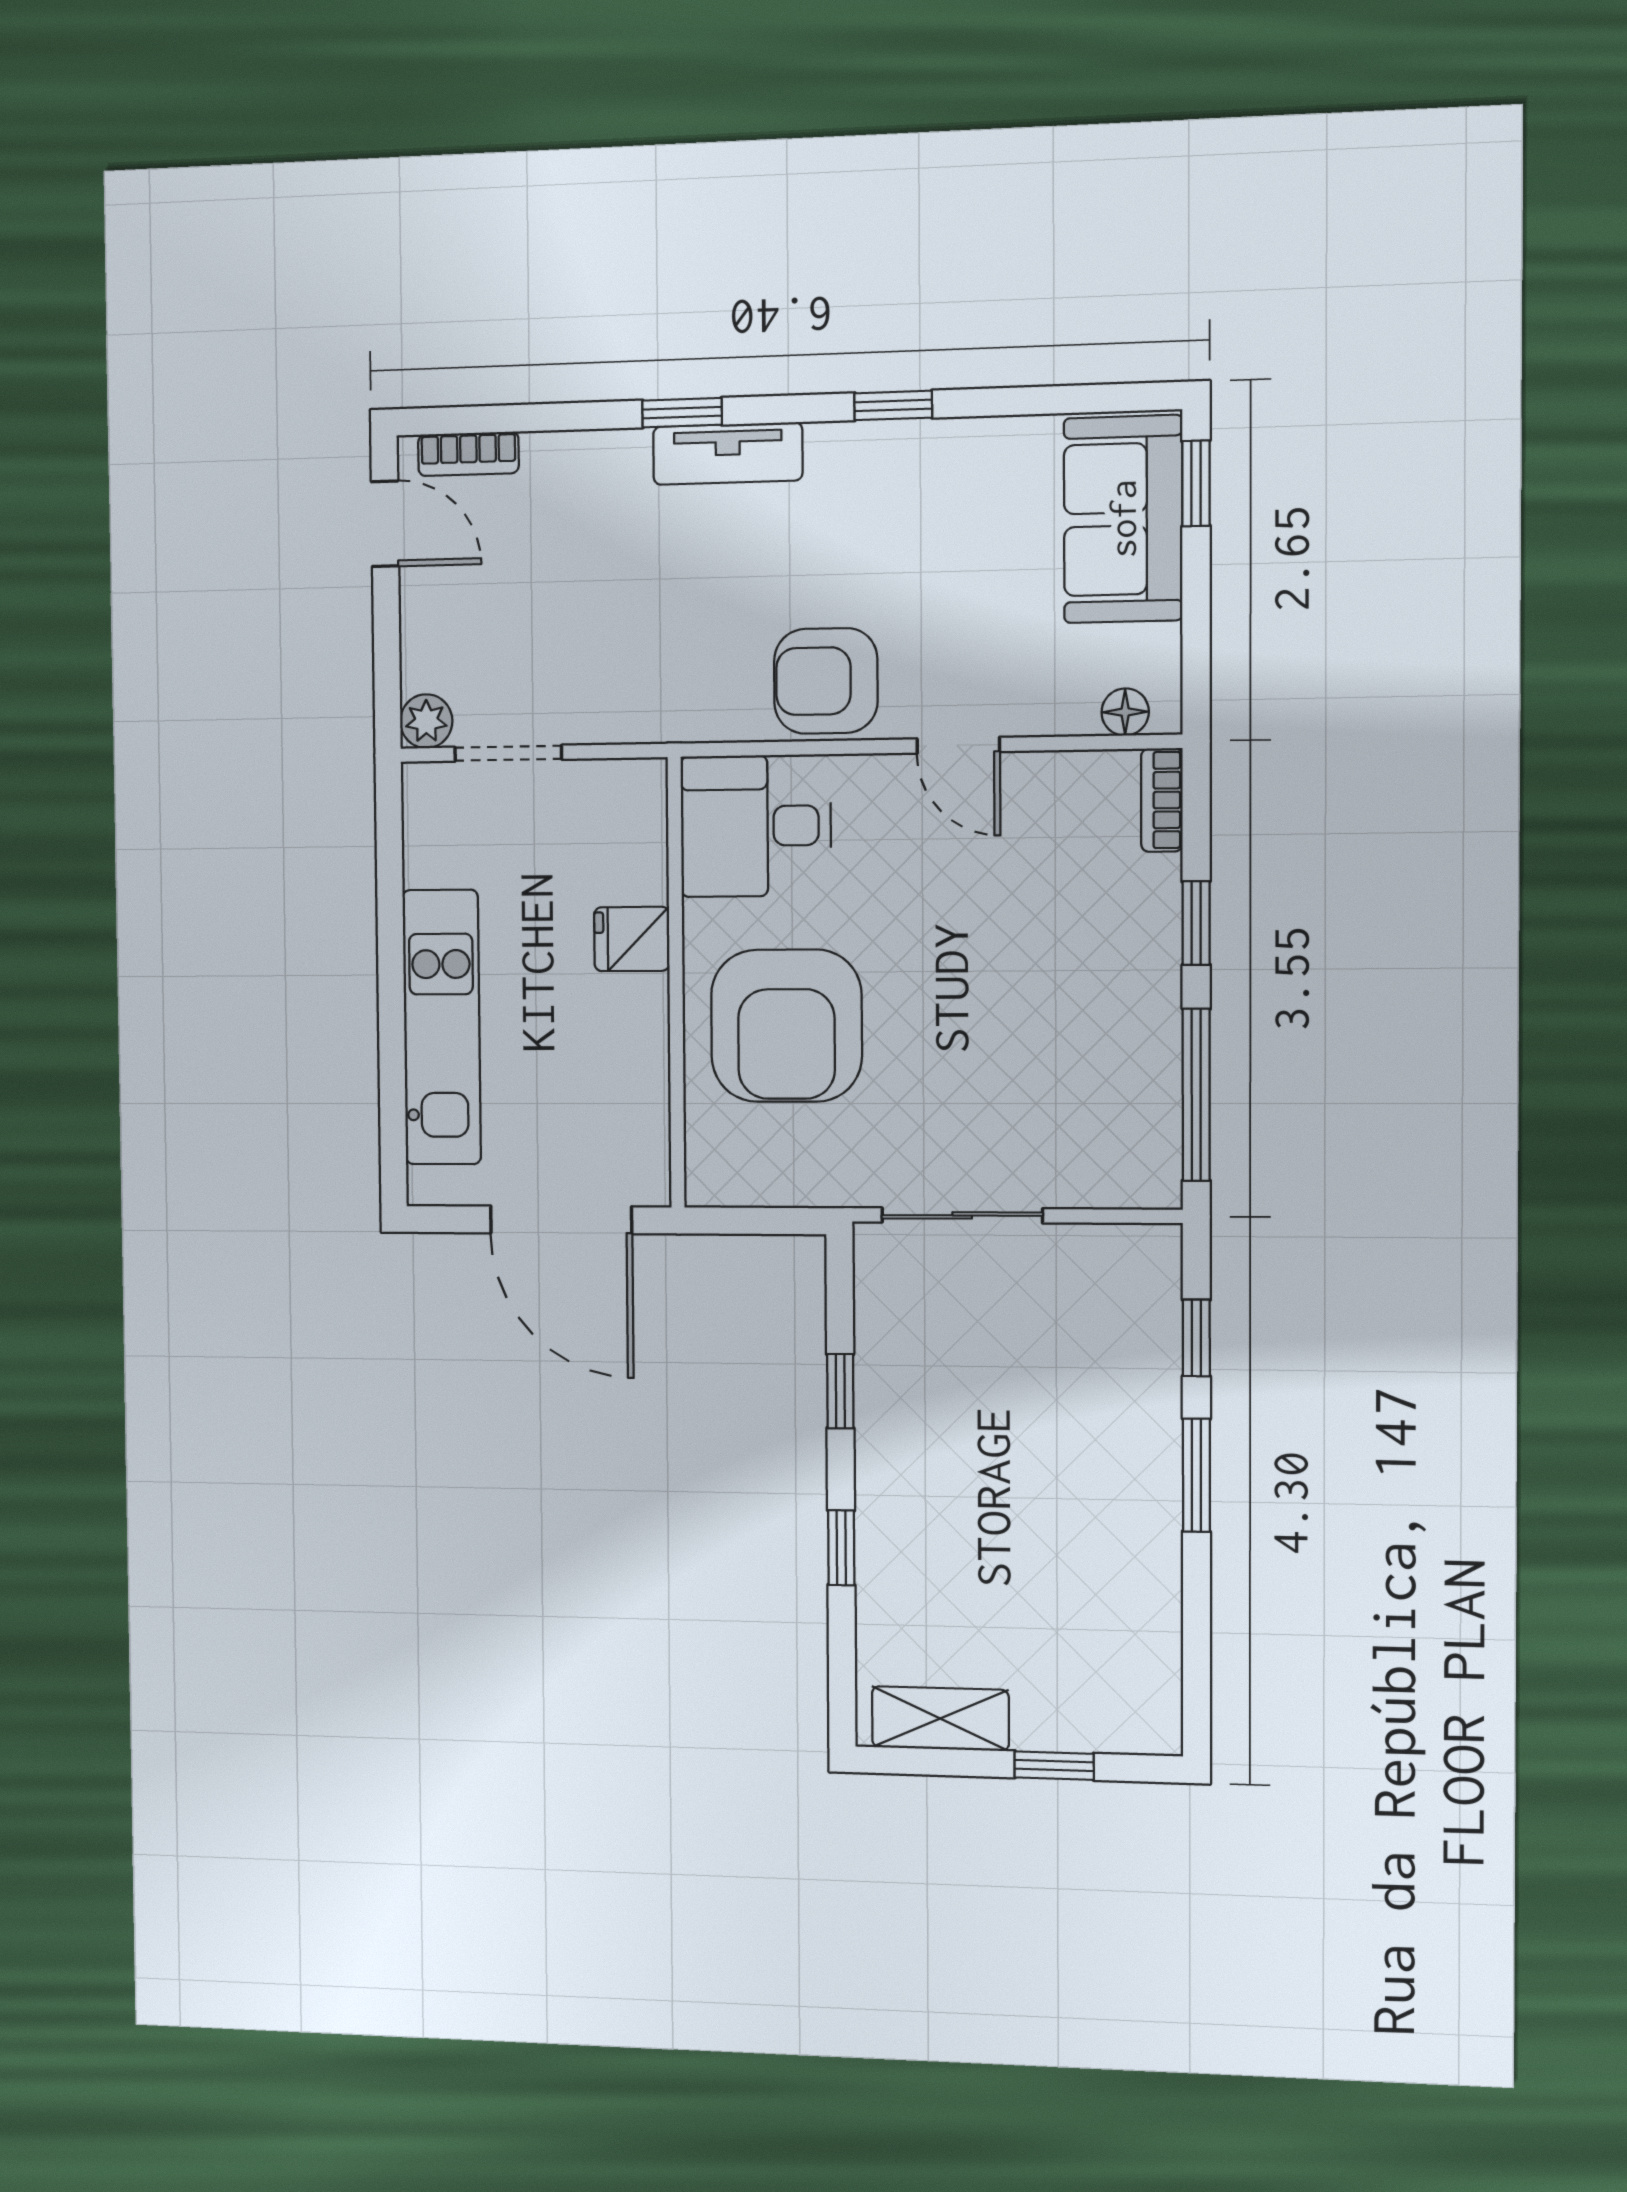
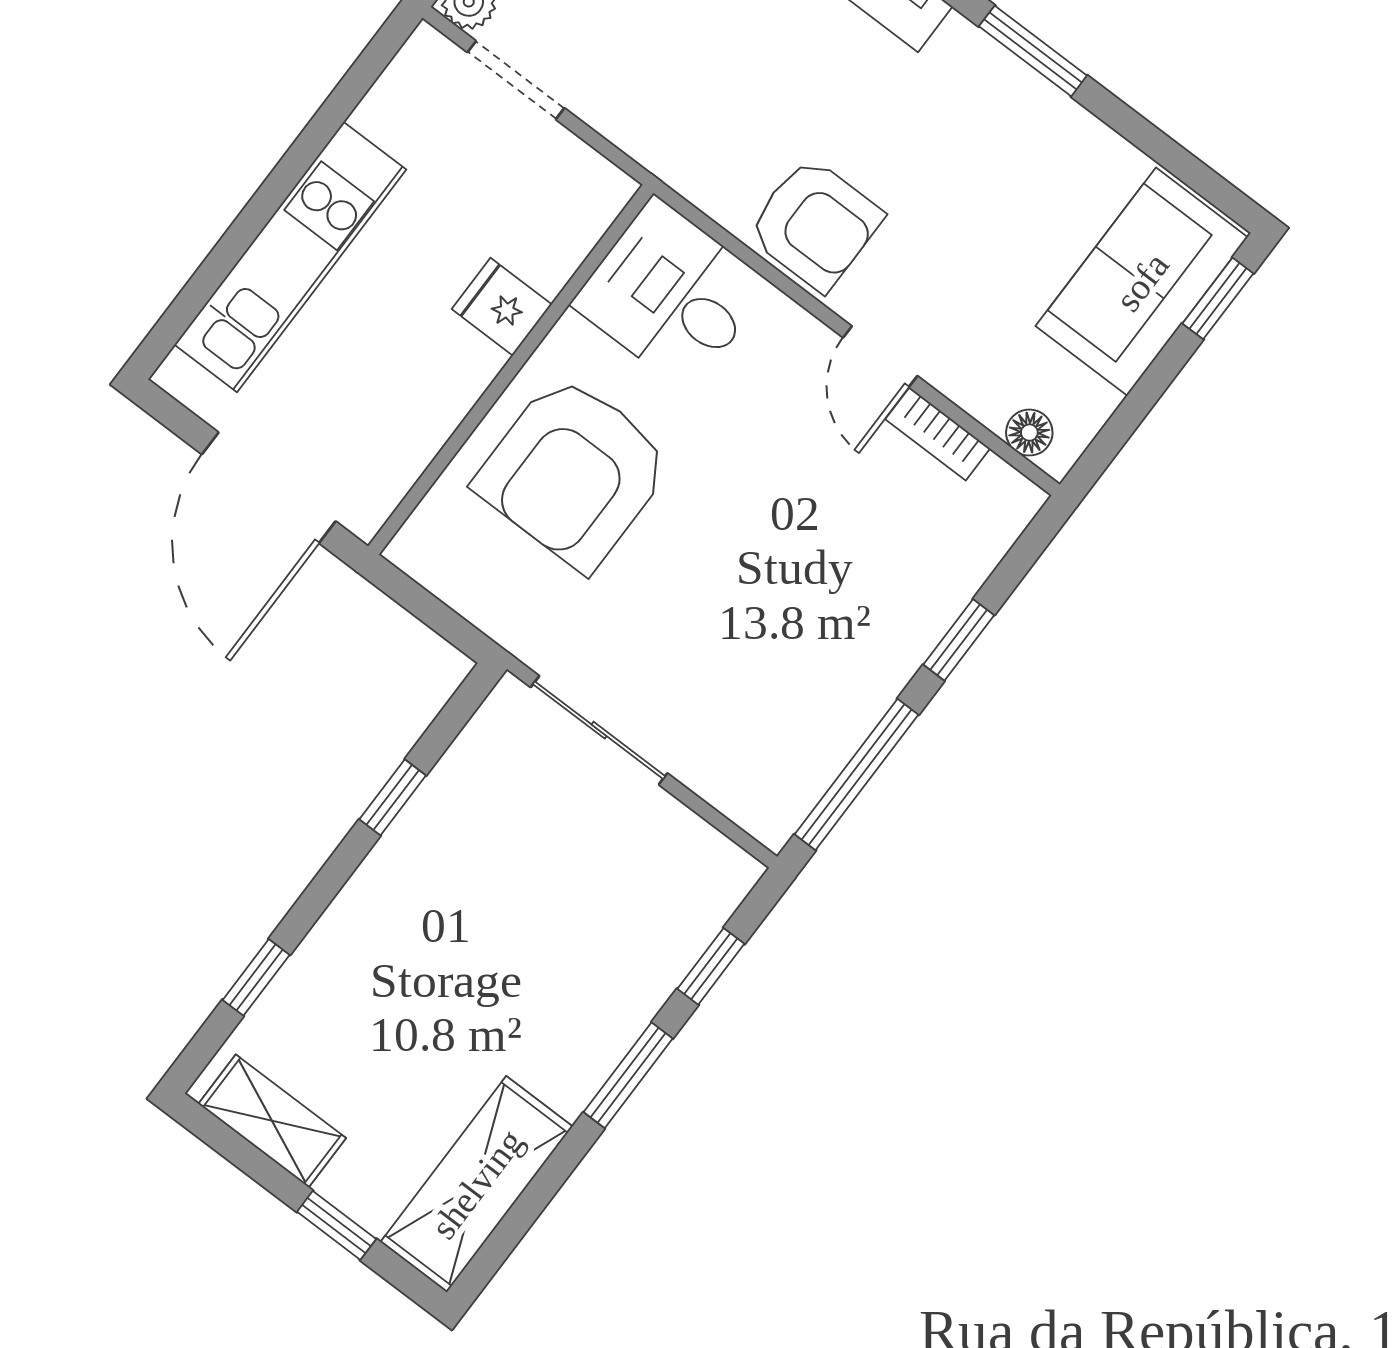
window: (893, 405) -> (1033, 51), width x1.50
armchair: (826, 681) -> (815, 224), turned 180
bookcase: (1162, 800) -> (938, 434), moved, turned -90
window: (841, 1548) -> (256, 977), moved
shelving: (1141, 1652) -> (477, 1184), added

